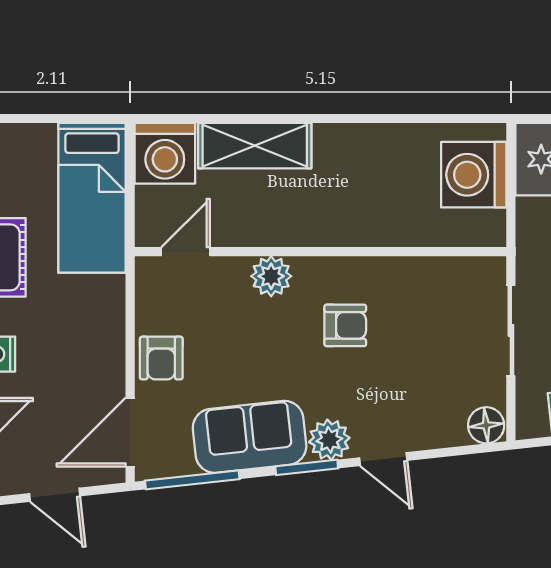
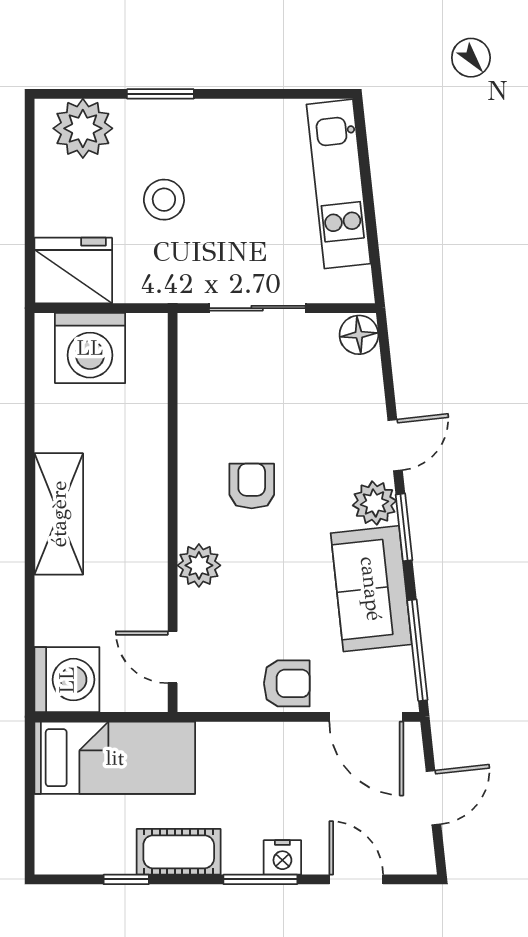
shelving: (255, 146) -> (59, 514), moved

